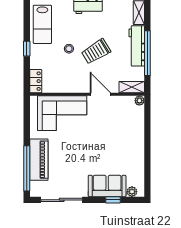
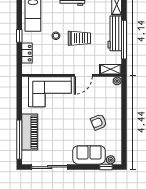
trolley: (96, 51) -> (79, 38), turned -149
locker: (36, 81) -> (27, 53), moved
door: (100, 94) -> (83, 75), swing flipped
armchair: (118, 148) -> (99, 122), added
window: (113, 200) -> (106, 167), moved

